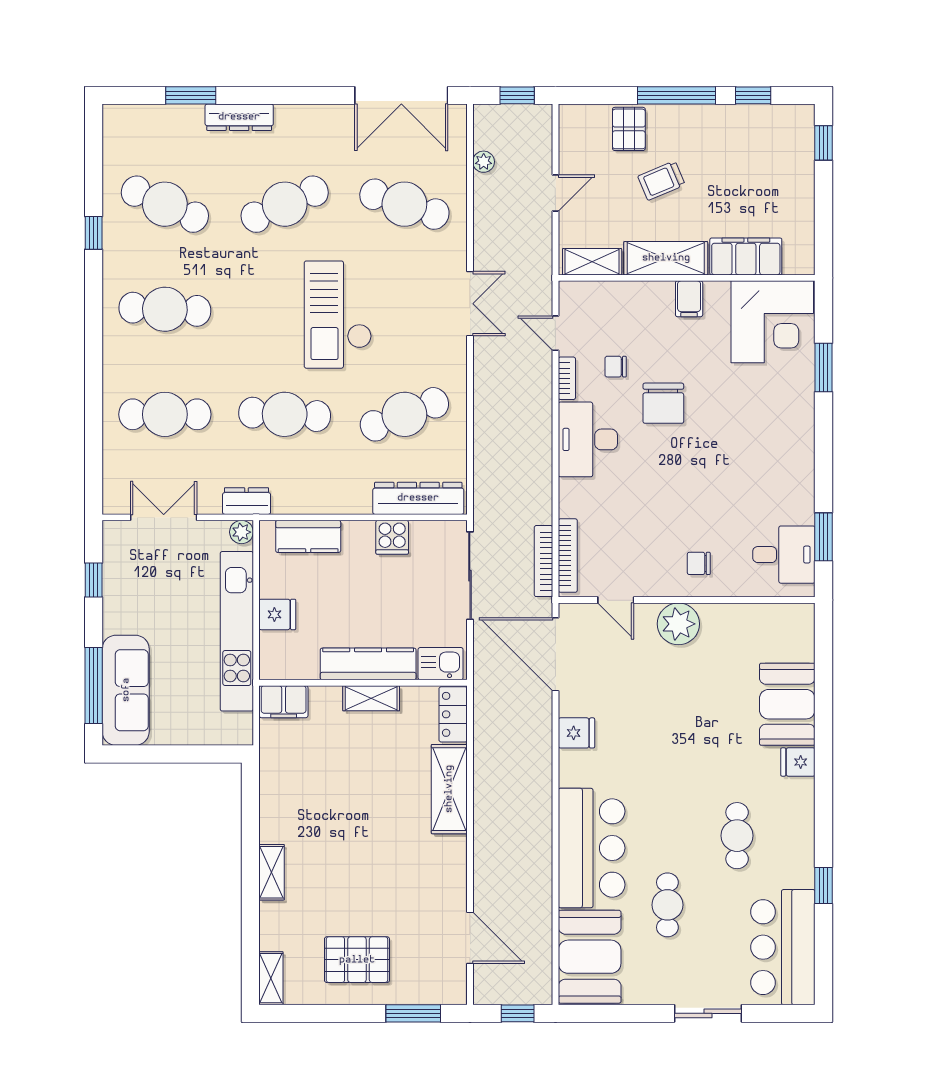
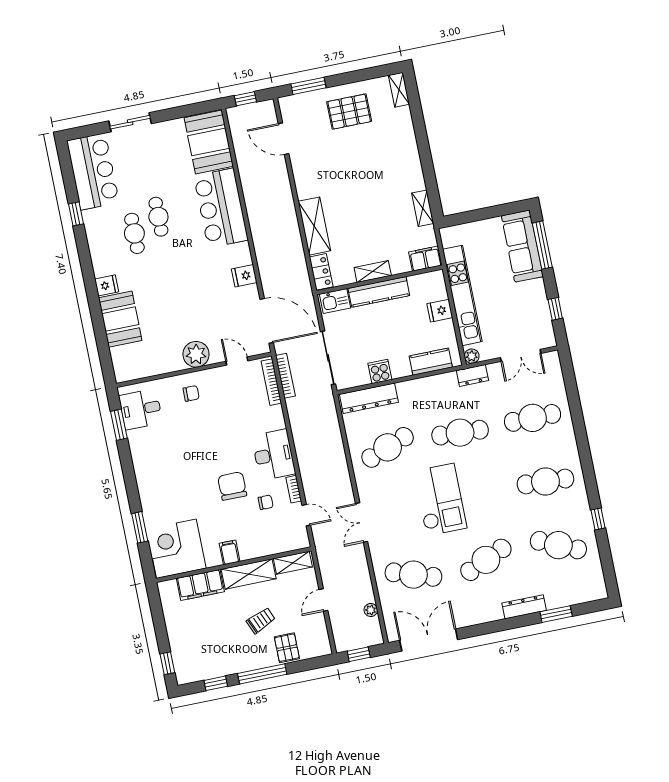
shelving: (272, 872) -> (423, 208), moved
cafe table: (667, 905) -> (158, 217), moved

